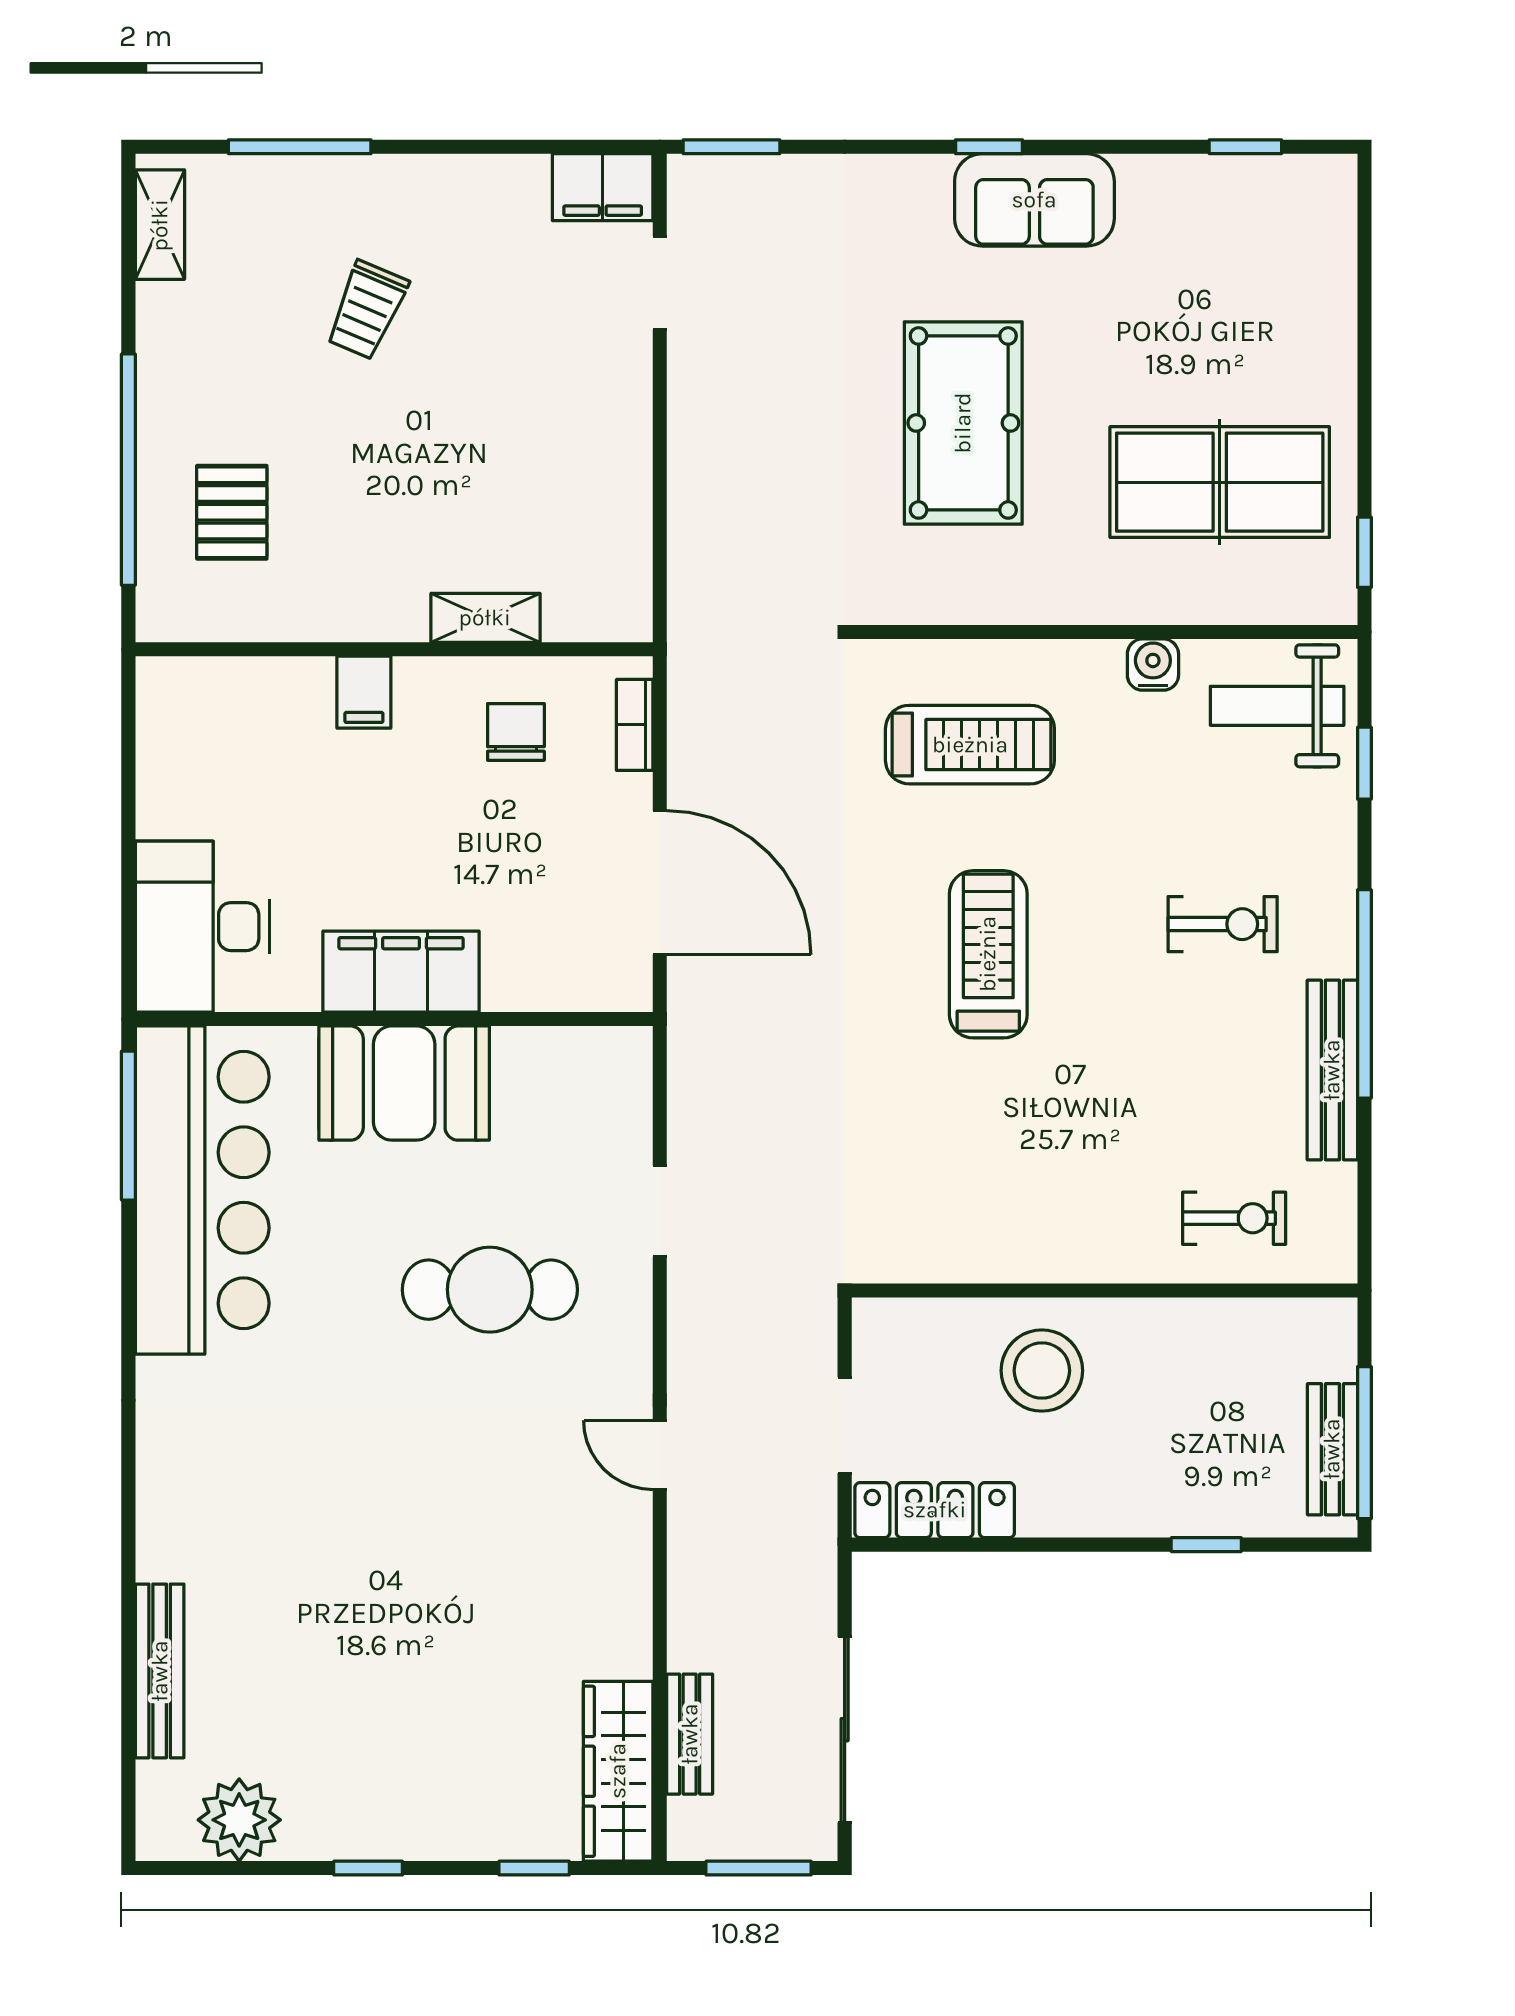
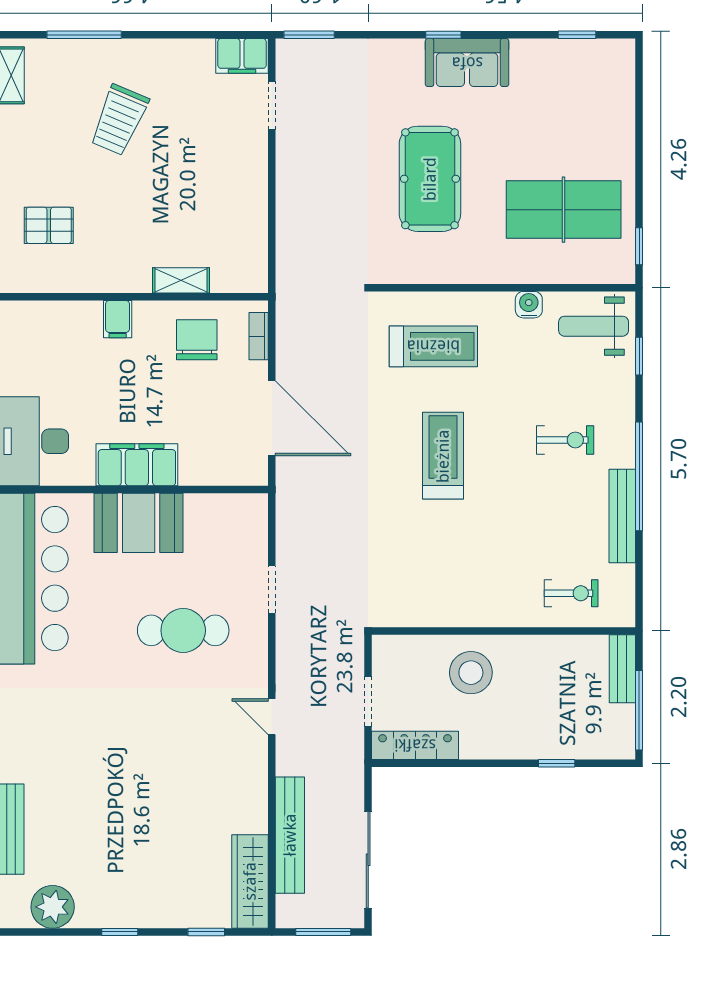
trolley: (367, 310) -> (119, 120), width x1.36, depth x1.39
pallet: (232, 512) -> (49, 225), turned 90
chair: (516, 732) -> (197, 340), width x1.37, depth x1.37
bench: (1332, 1449) -> (622, 669), moved
bench: (690, 1734) -> (290, 835), width x1.86, depth x1.21

